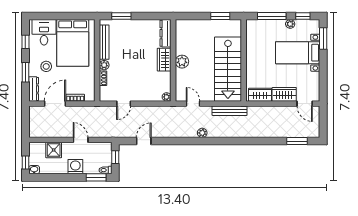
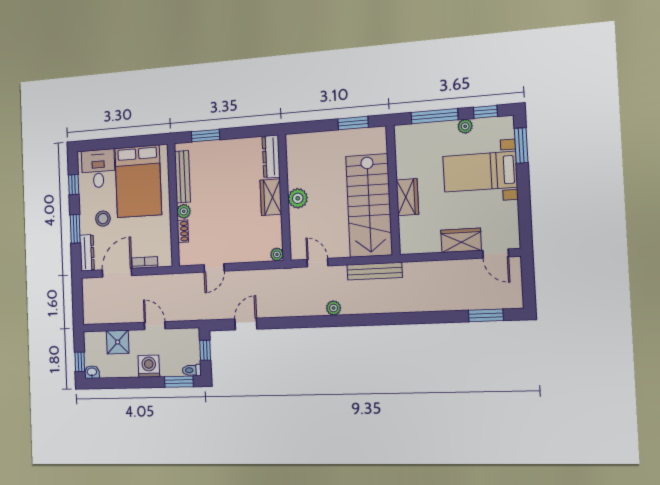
wardrobe: (260, 95) -> (407, 197), moved, turned 90

